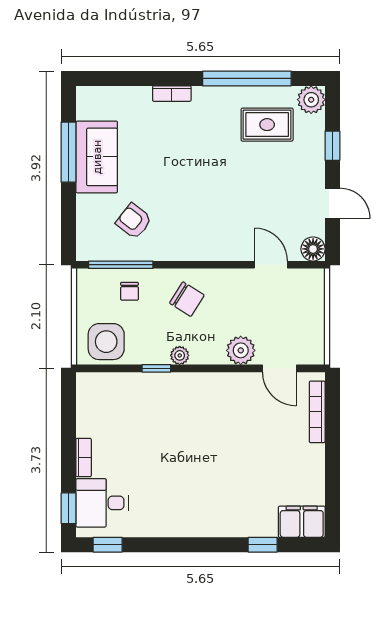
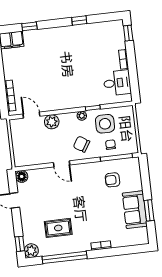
rug: (267, 125) -> (58, 228), moved
window: (332, 146) -> (20, 244), moved
window: (69, 152) -> (149, 210), width x0.69
armchair: (134, 221) -> (112, 180), turned 142
door: (271, 265) -> (62, 164), moved
side table: (106, 342) -> (105, 124), moved
desk: (102, 503) -> (117, 83), moved
window: (108, 545) -> (79, 21), moved

